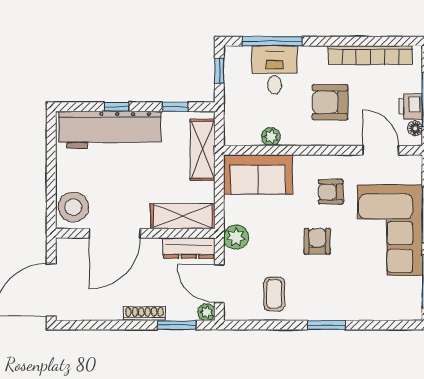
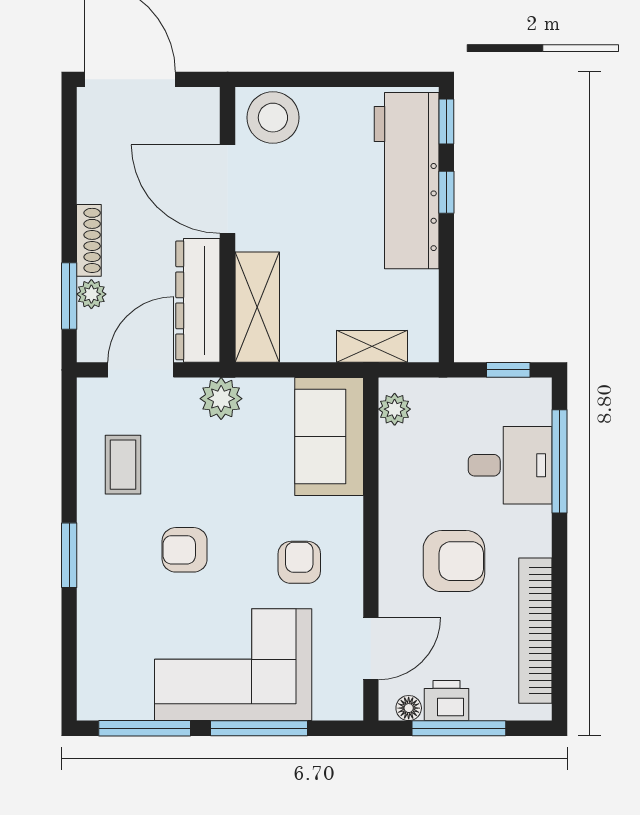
armchair: (330, 102) -> (454, 561), turned 90
window: (175, 107) -> (446, 122), moved
plant: (271, 137) -> (395, 409), moved
shelving: (203, 150) -> (372, 346), width x0.67, depth x0.75
armchair: (317, 241) -> (185, 550), moved, turned 180
dresser: (189, 248) -> (198, 300), width x1.37, depth x1.24
coffee table: (274, 294) -> (123, 465), turned 90
plant: (206, 312) -> (91, 294), moved

